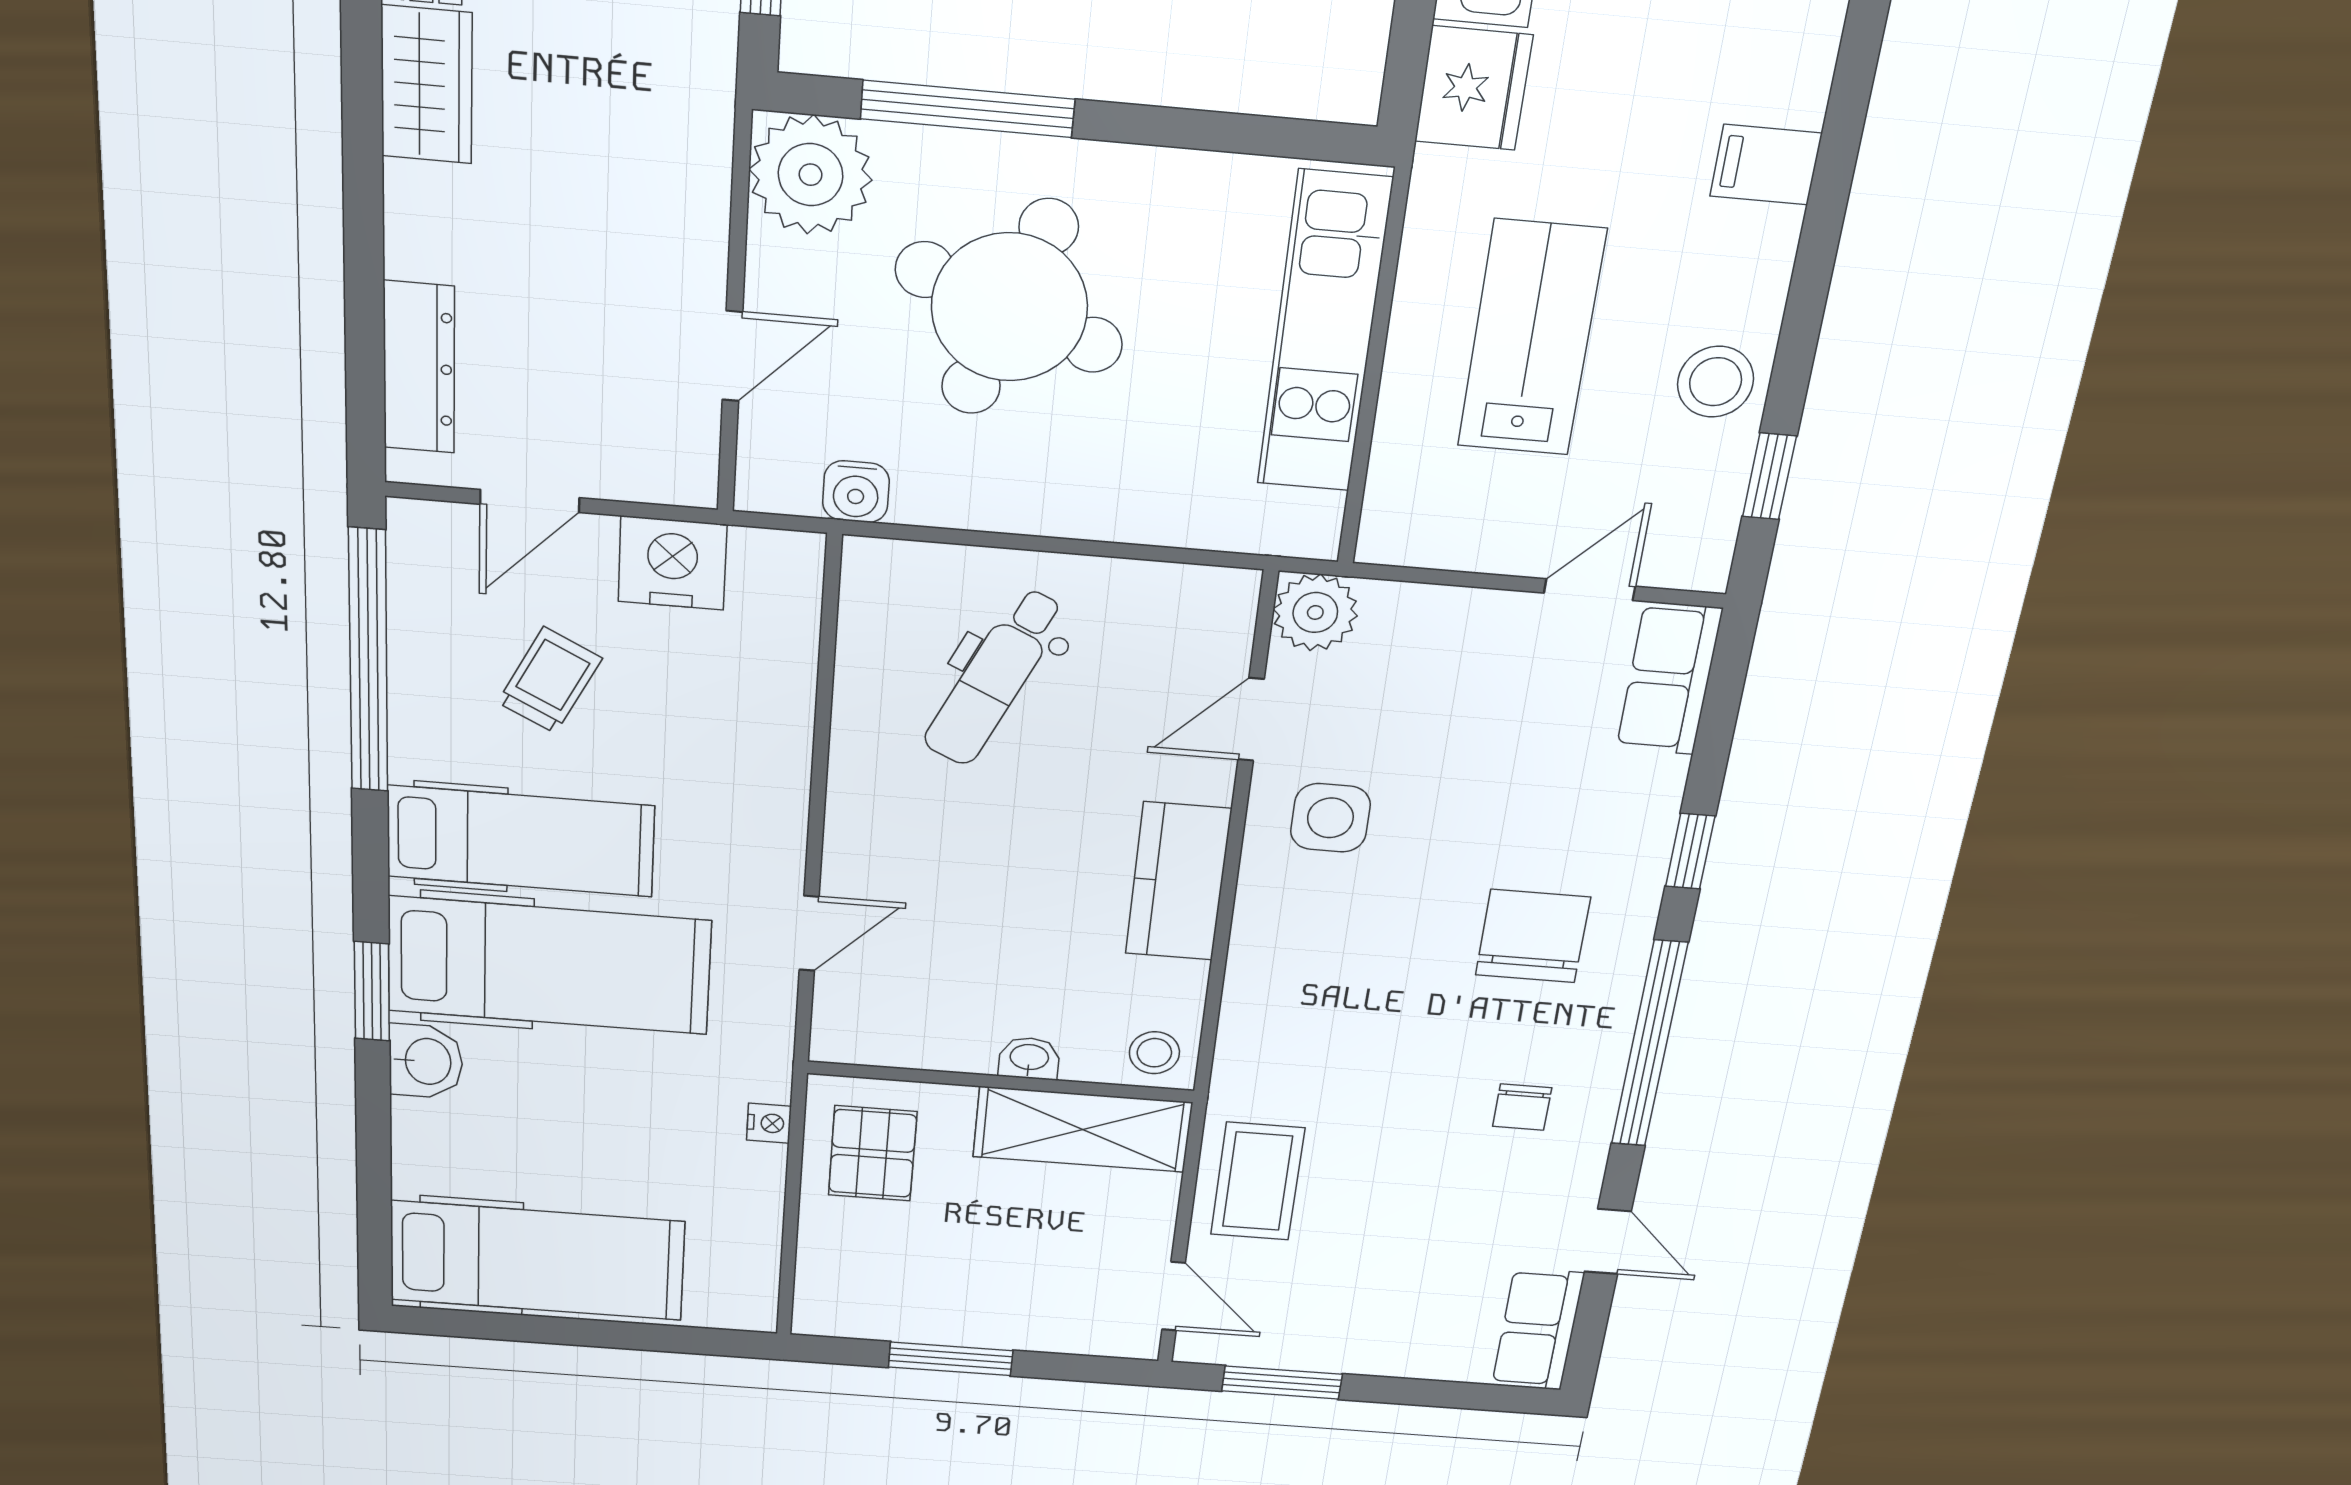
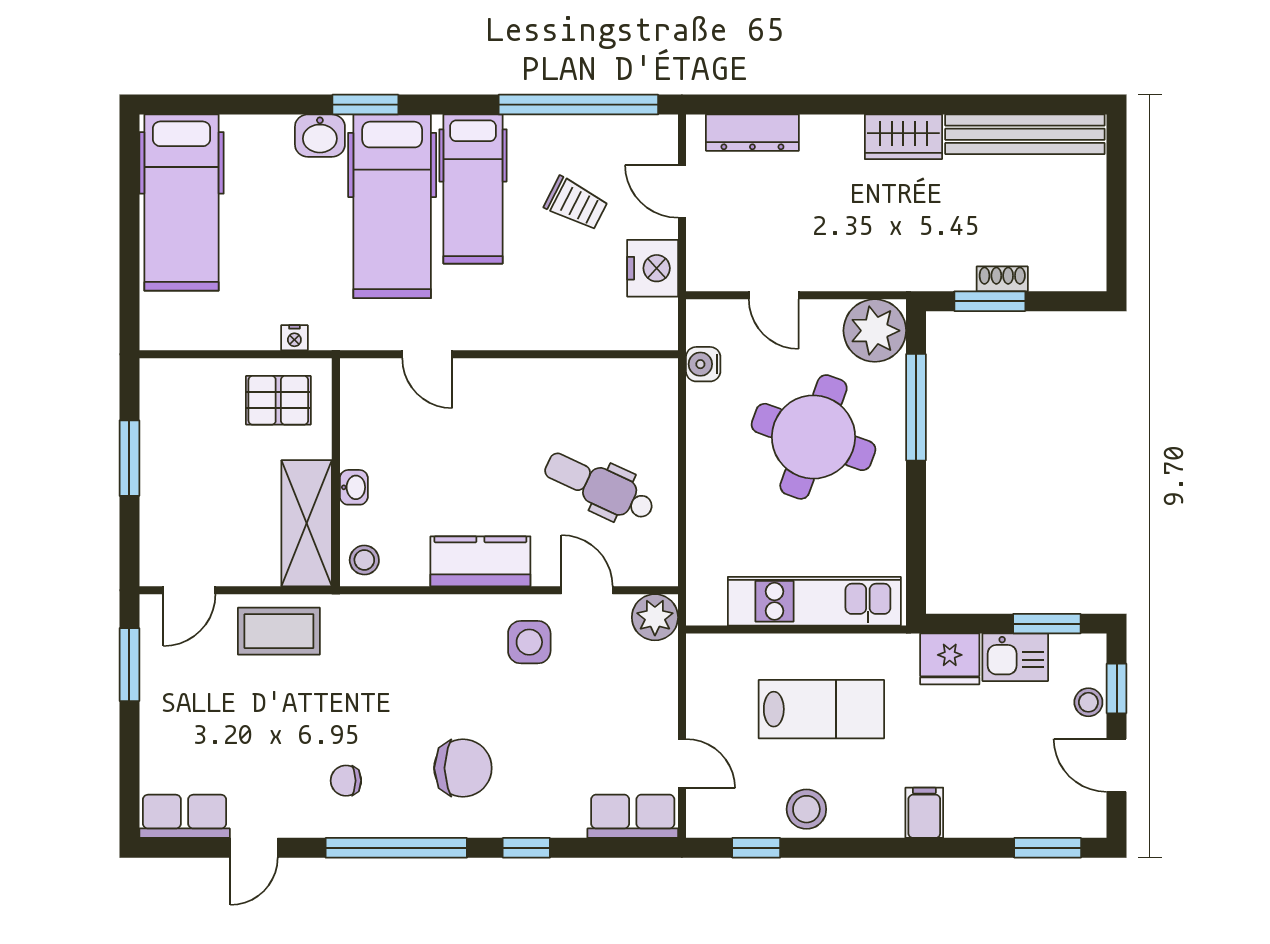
dental chair: (994, 677) -> (599, 487), moved

